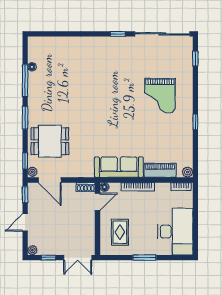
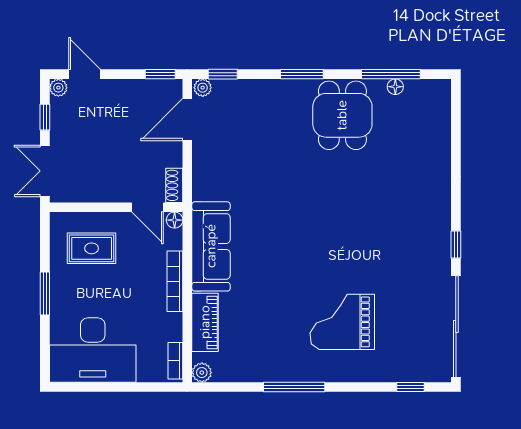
window: (25, 81) -> (391, 74), moved
window: (195, 122) -> (294, 387), width x2.17
dining table: (50, 141) -> (342, 115), moved
door: (25, 223) -> (84, 74), moved

